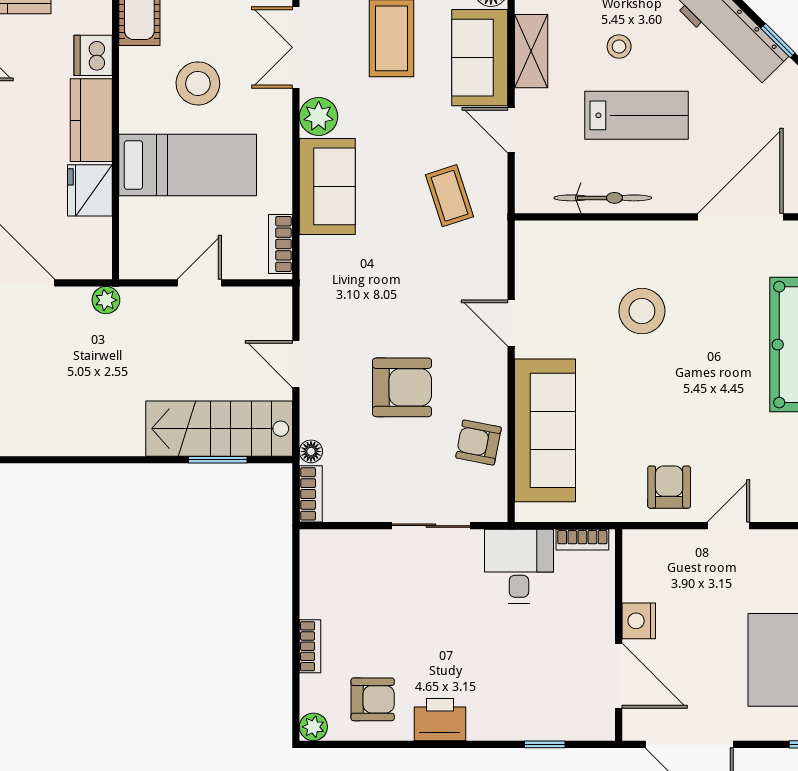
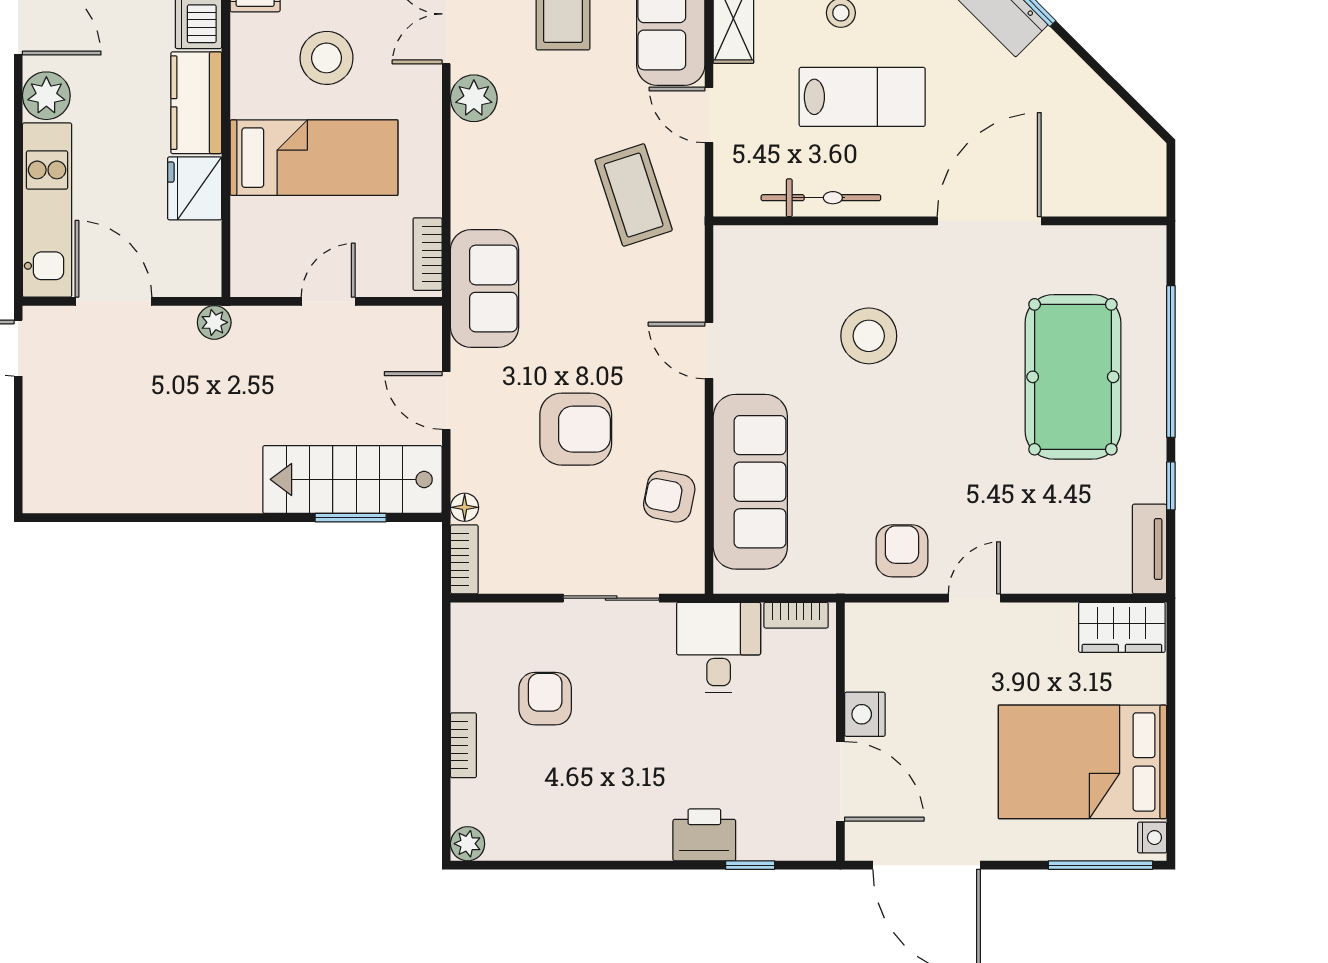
sofa: (327, 186) -> (484, 289), moved
coffee table: (449, 196) -> (634, 195), width x1.36, depth x1.30
armchair: (373, 699) -> (545, 699), moved, turned -90
printer: (440, 720) -> (704, 835), moved

